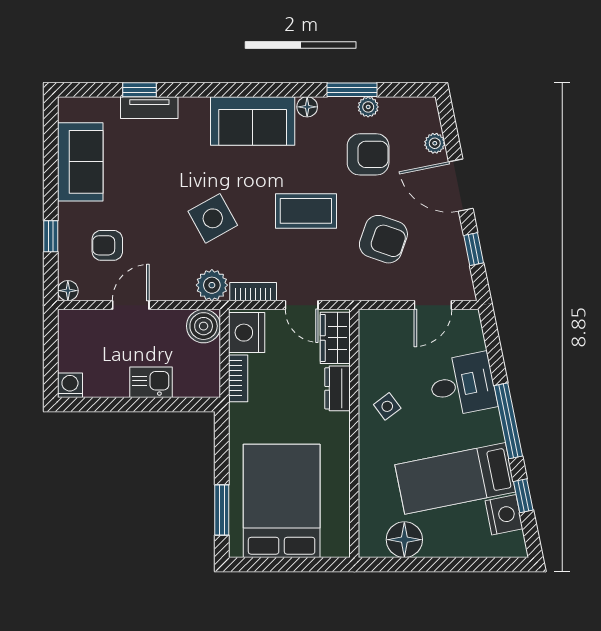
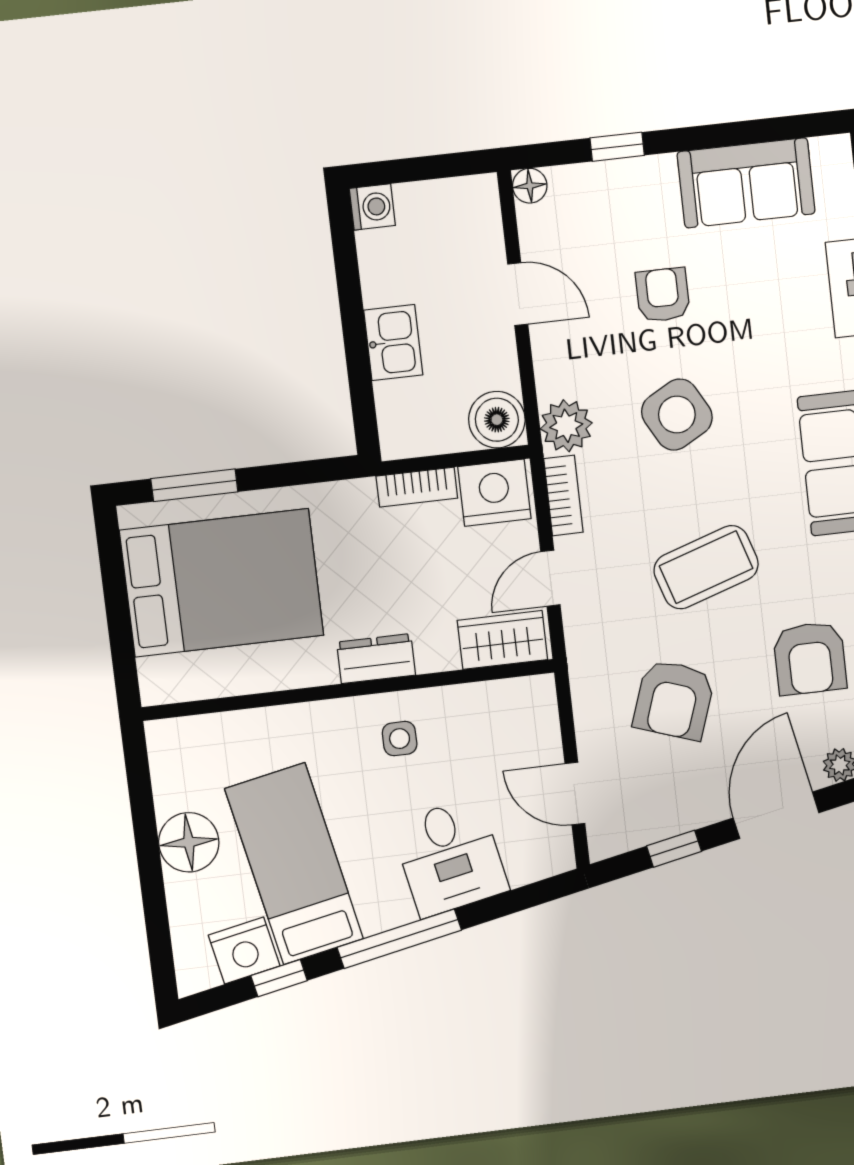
coffee table: (306, 211) -> (706, 567), turned 72
armchair: (107, 245) -> (663, 295), moved
dresser: (338, 388) -> (376, 659), moved
side table: (387, 406) -> (400, 739), turned 37
floor lamp: (404, 540) -> (189, 842), moved

